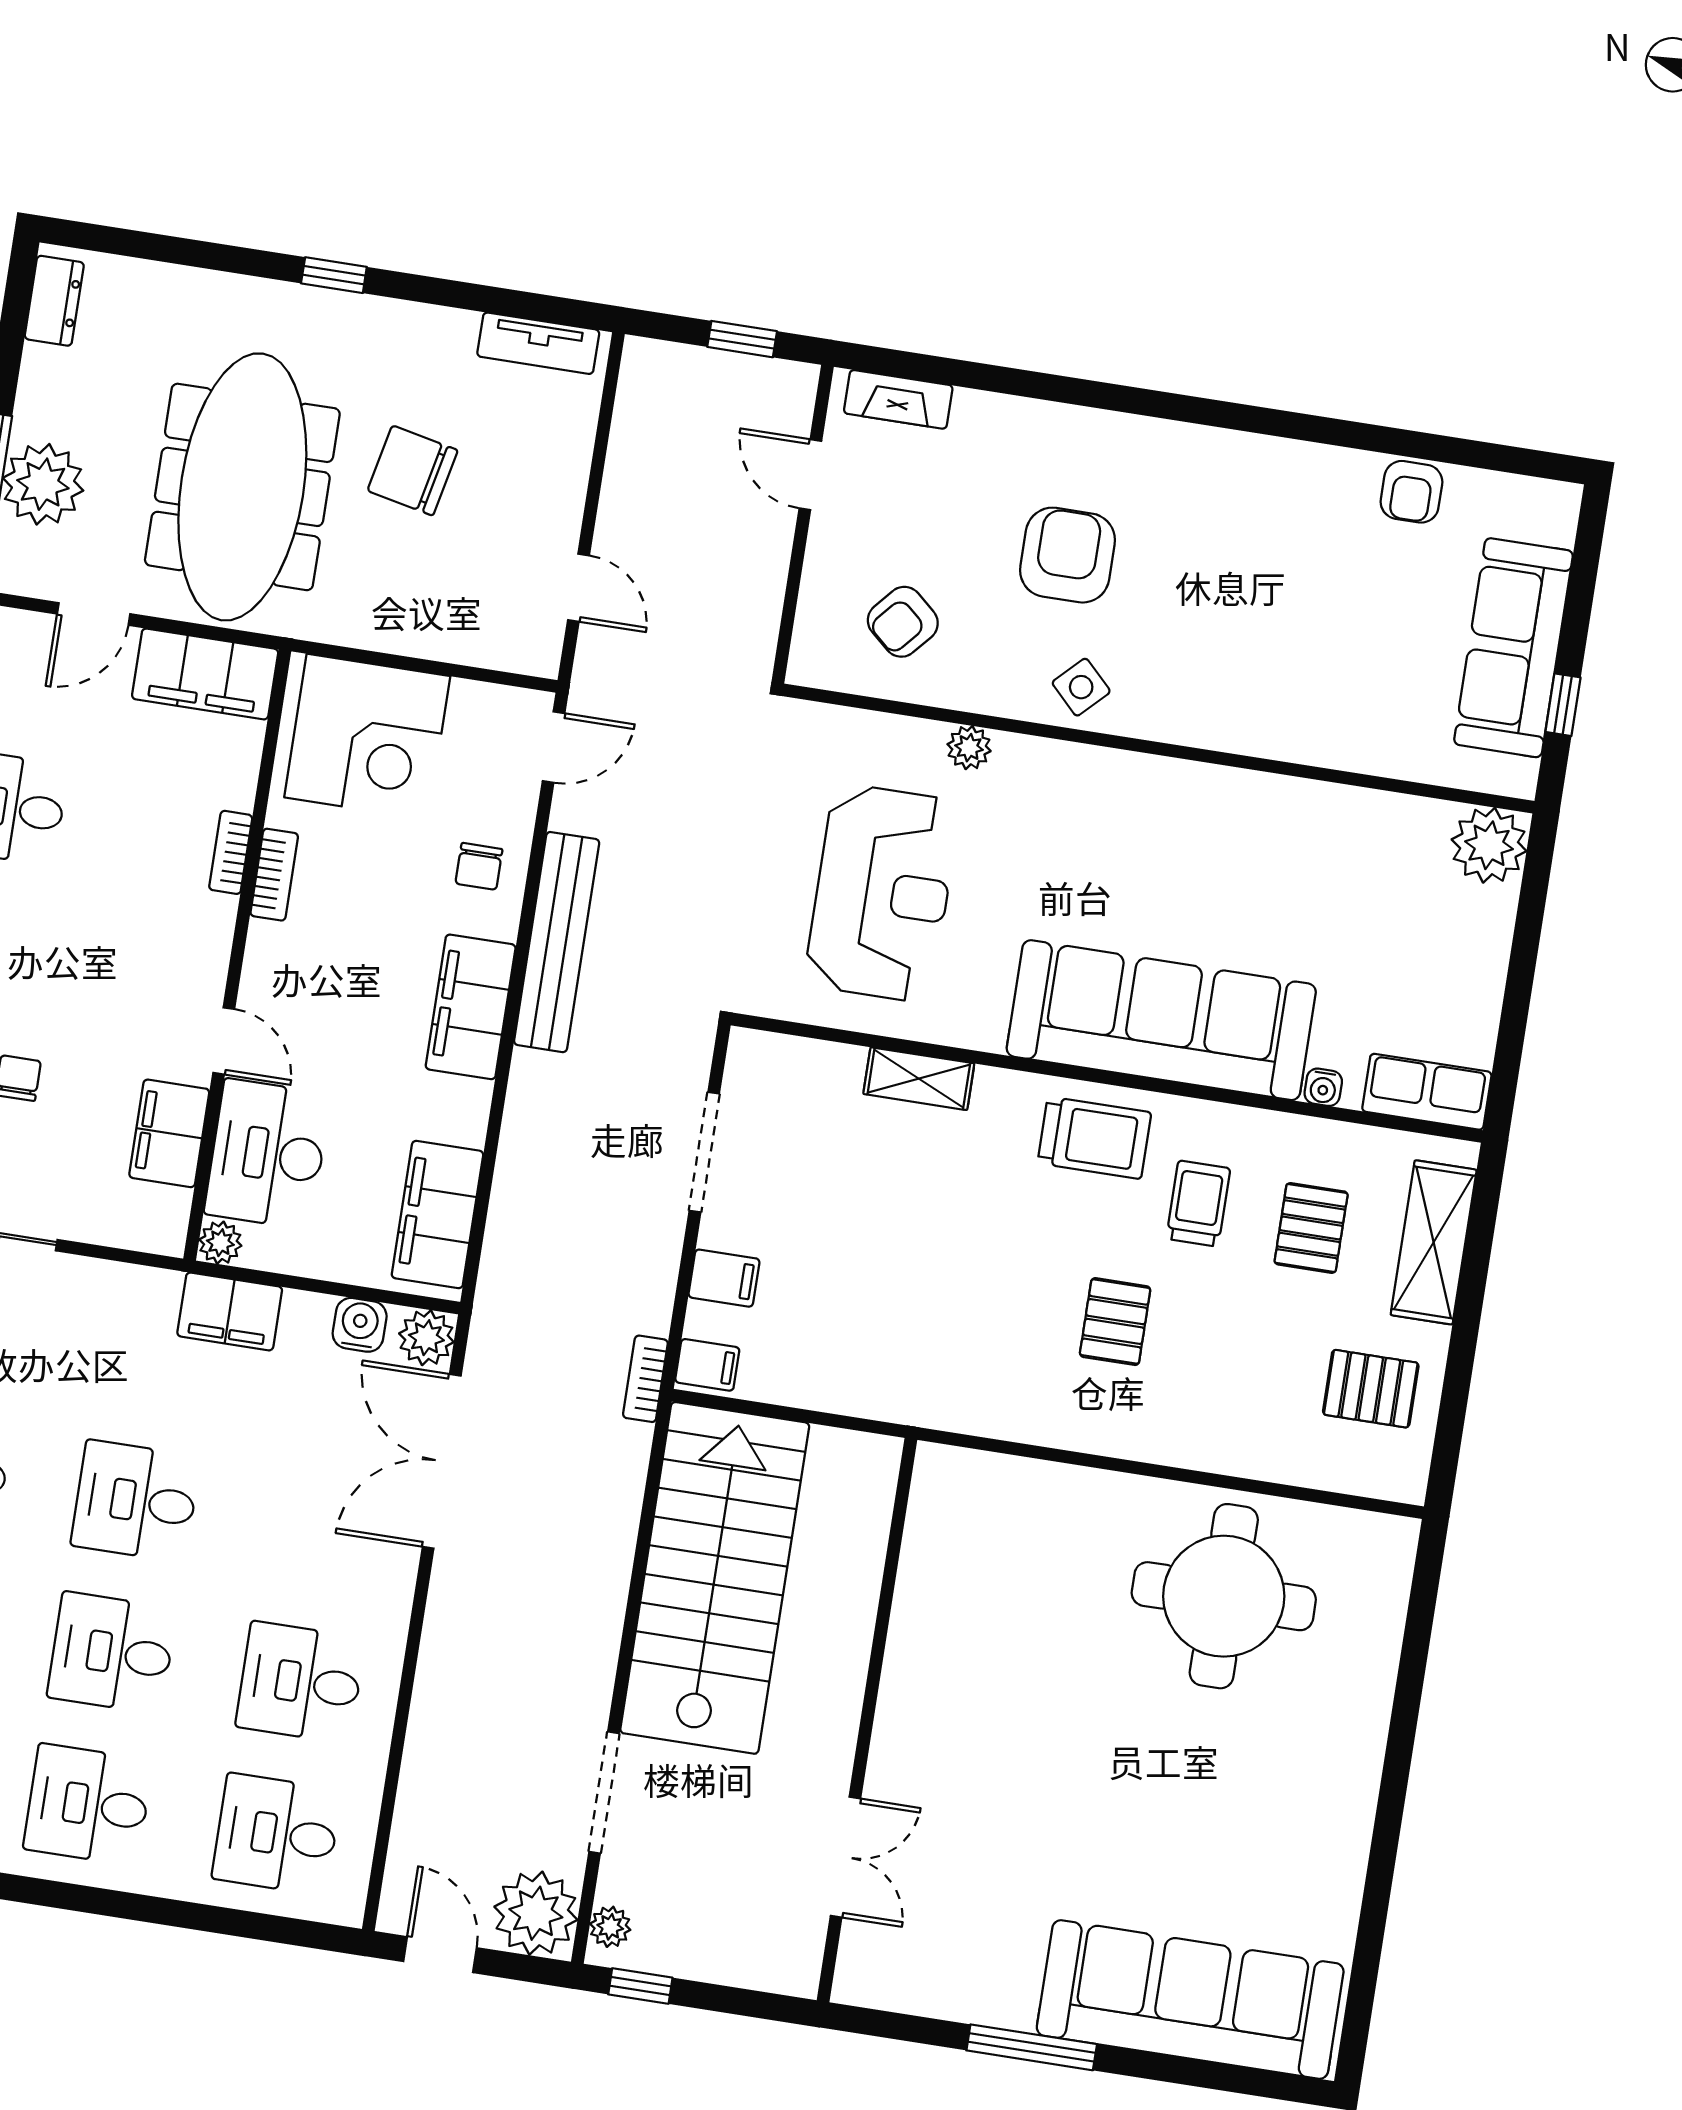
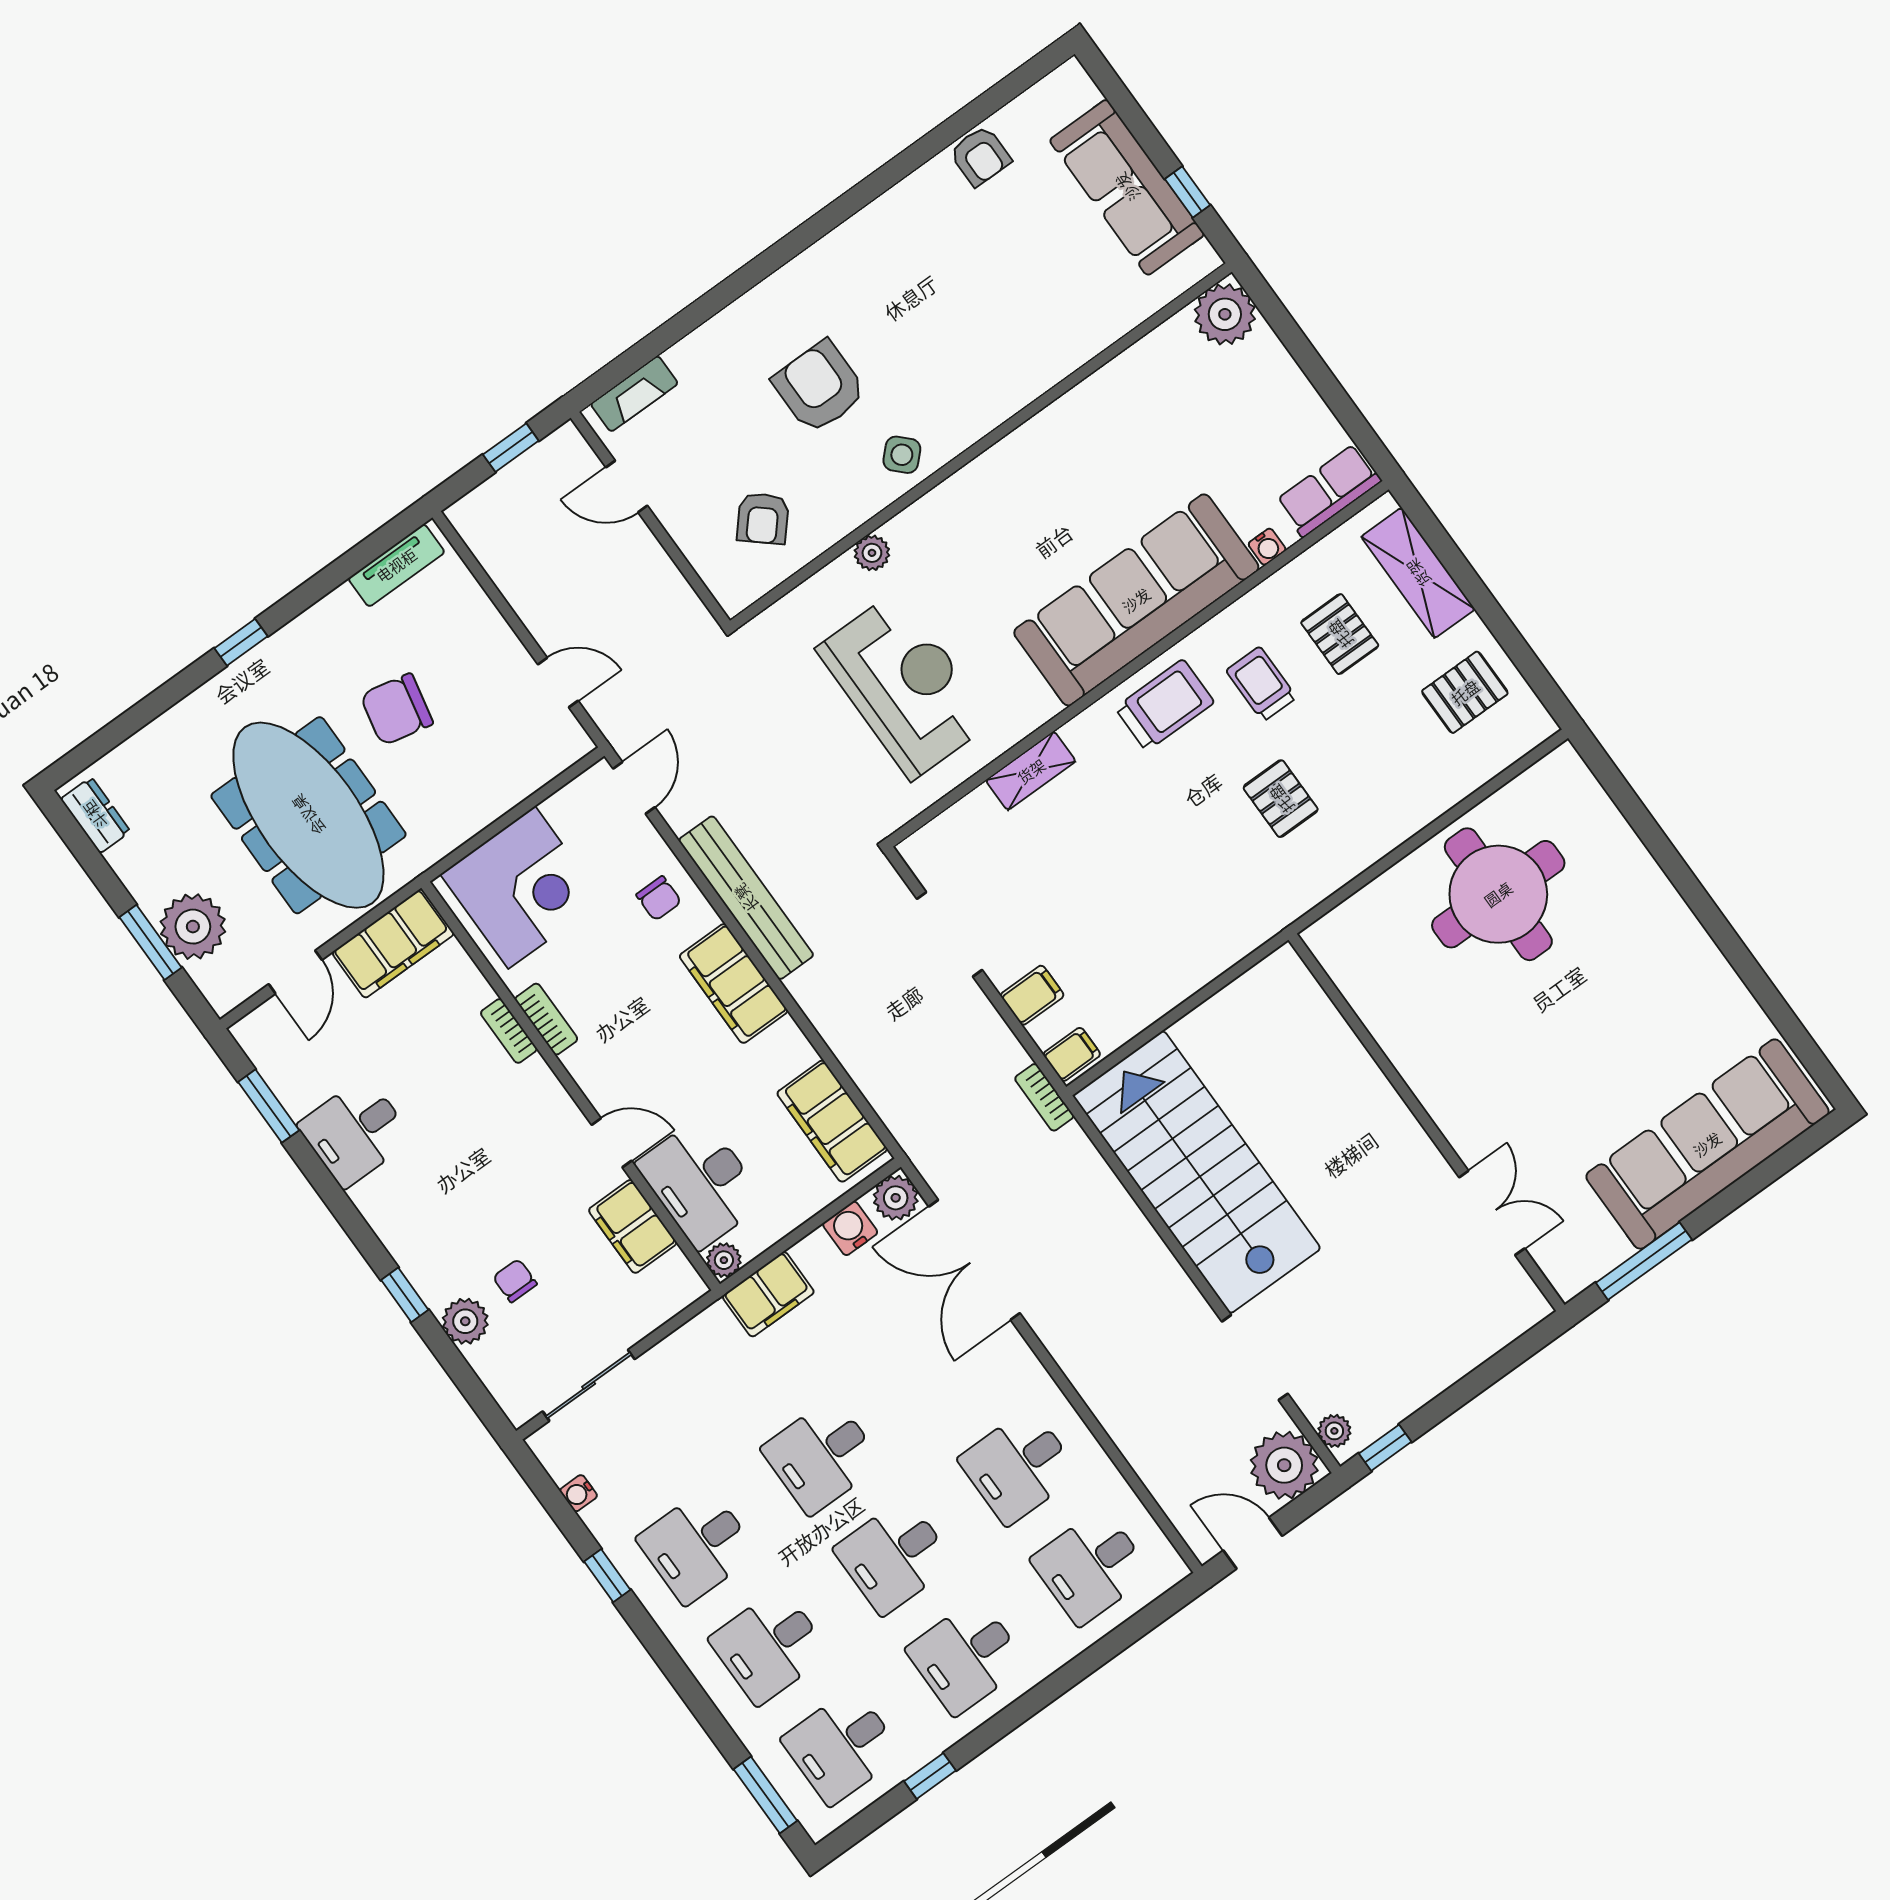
wall: (867, 1720) -> (1426, 1122), moved
double door: (846, 1857) -> (1492, 1213), moved

